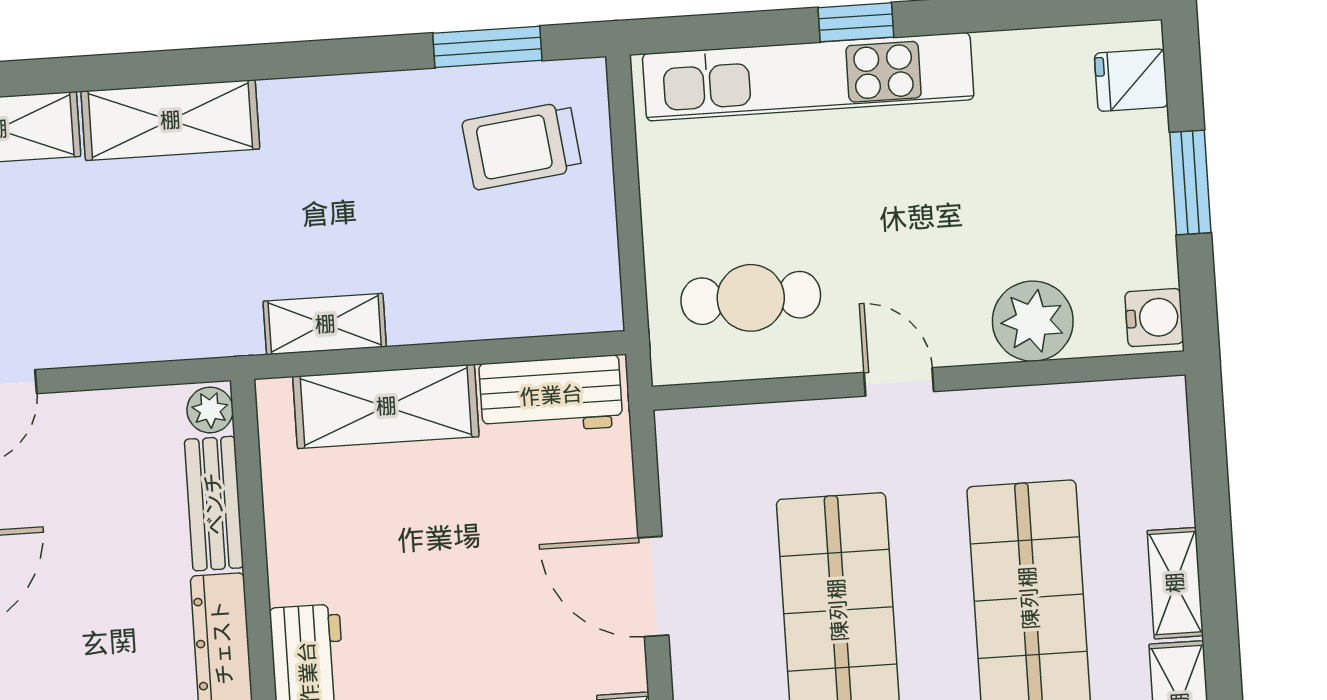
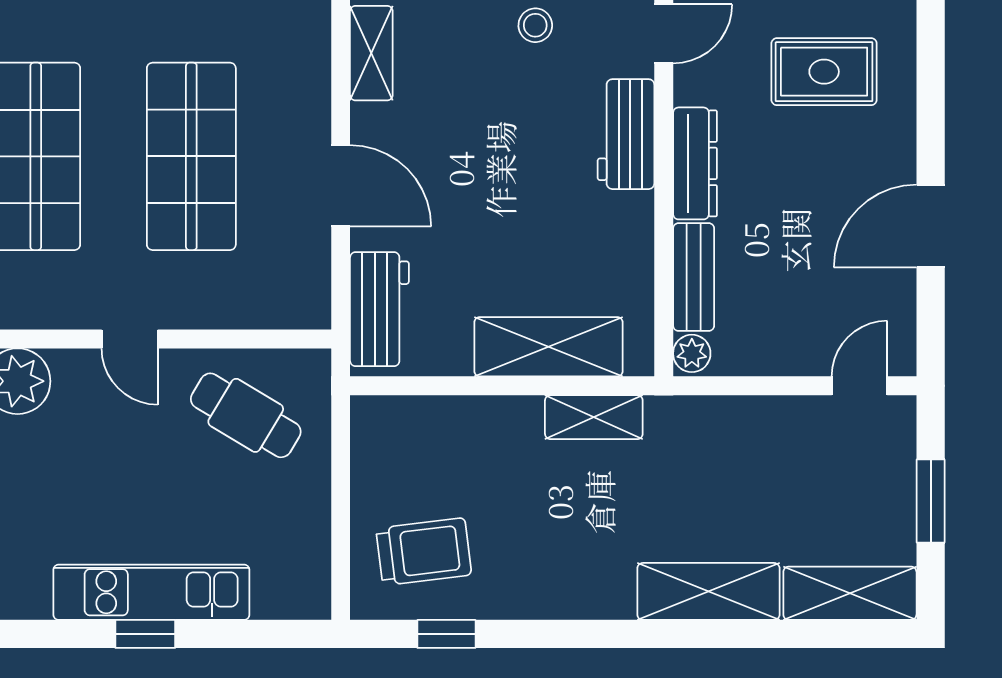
window: (487, 47) -> (446, 634), width x0.67
kitchen unit: (808, 77) -> (151, 592), width x0.73
cafe table: (751, 298) -> (246, 415), turned 31
workbench: (551, 395) -> (379, 309), moved, turned 90

